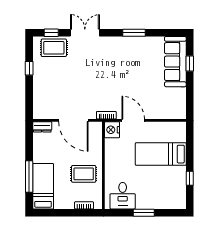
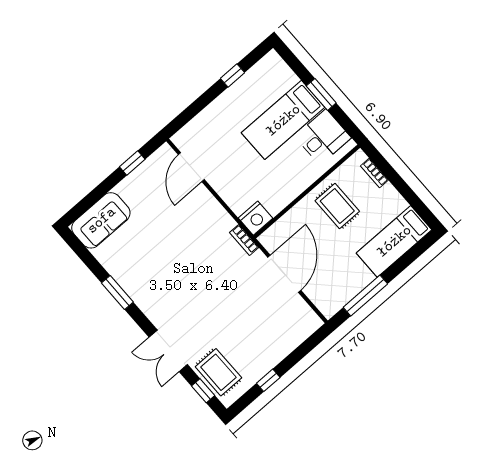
sofa: (175, 62) -> (101, 220), width x0.73
window: (190, 63) -> (132, 163), moved
door: (133, 120) -> (191, 167), moved
dresser: (42, 127) -> (324, 304), removed
bed: (161, 154) -> (283, 120), moved, turned 90
window: (29, 177) -> (365, 296), moved

